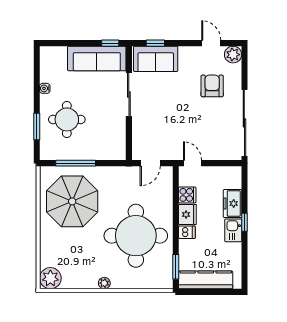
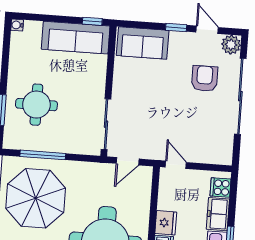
window: (155, 43) -> (176, 27), moved
water cooler: (45, 88) -> (17, 25), moved
sliding door: (129, 94) -> (106, 124), moved
sliding door: (244, 123) -> (240, 96), moved
cooker: (187, 195) -> (220, 187), moved, turned 180

